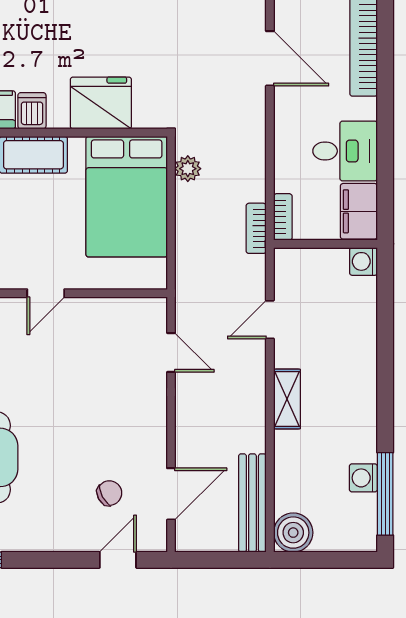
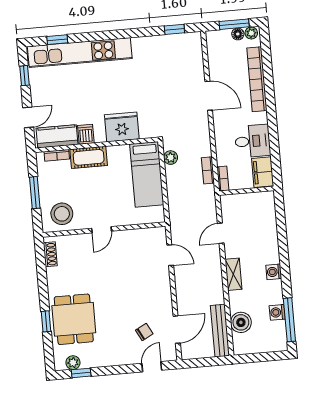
bed: (127, 197) -> (147, 174), width x0.67
bookcase: (256, 228) -> (208, 170), moved
washing machine: (363, 261) -> (274, 272), moved
boiler: (293, 533) -> (241, 322), moved

